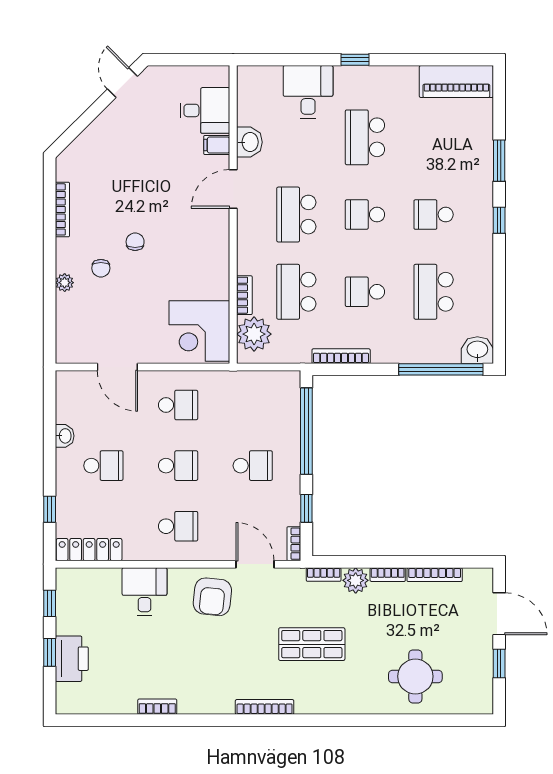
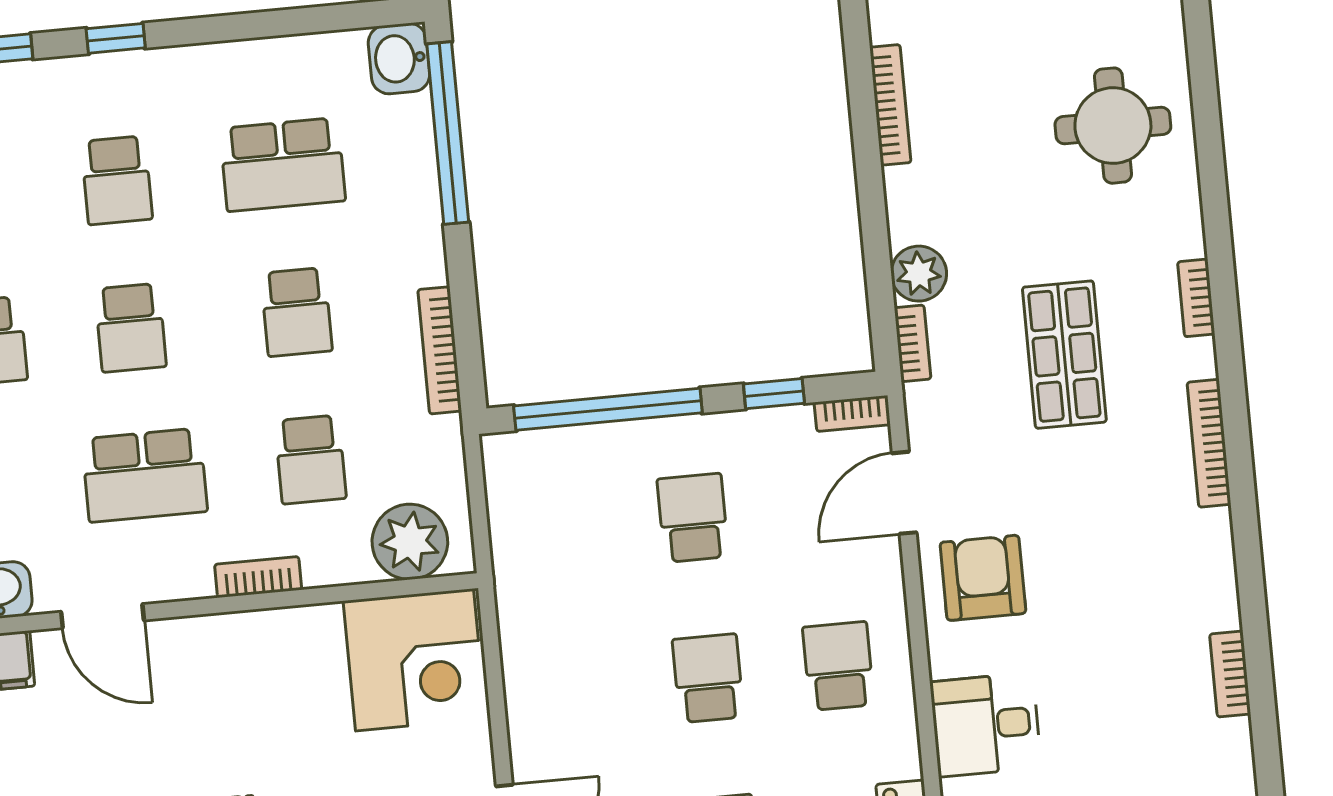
school desk: (296, 292) -> (310, 459), width x0.54
bookcase: (244, 295) -> (258, 577), moved
school desk: (178, 405) -> (578, 691), removed
bookcase: (388, 575) -> (1196, 298), moved, turned 180
armchair: (212, 597) -> (983, 578), turned -96

